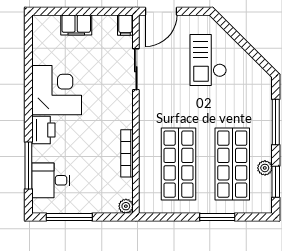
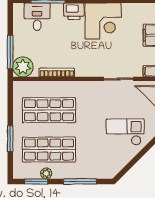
plant: (126, 206) -> (23, 67), width x1.88, depth x1.88
window: (69, 217) -> (10, 52), moved

